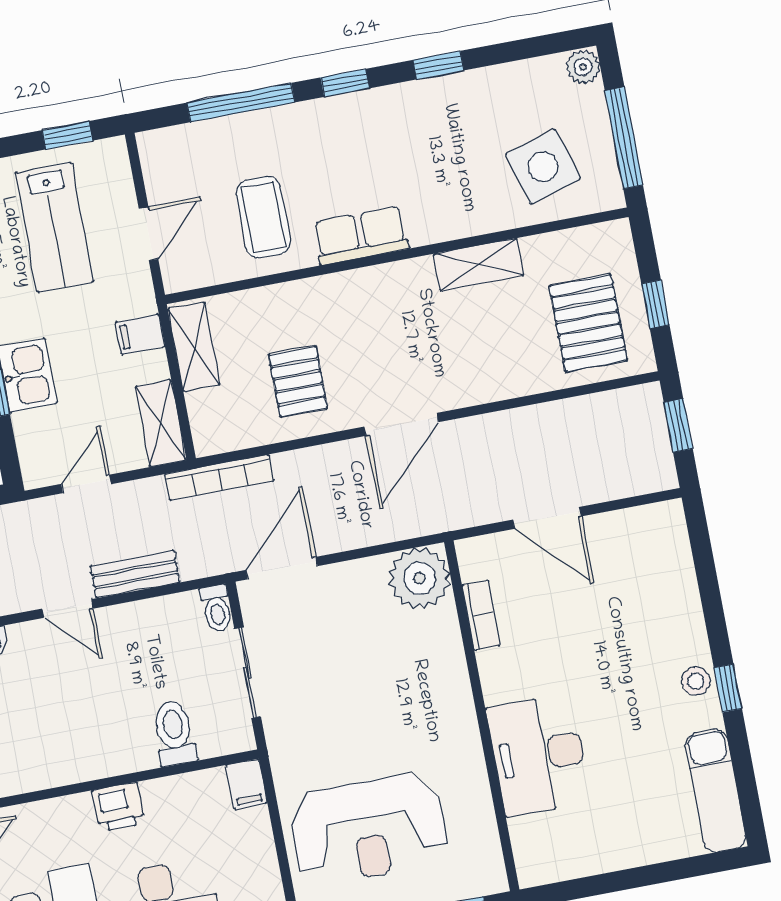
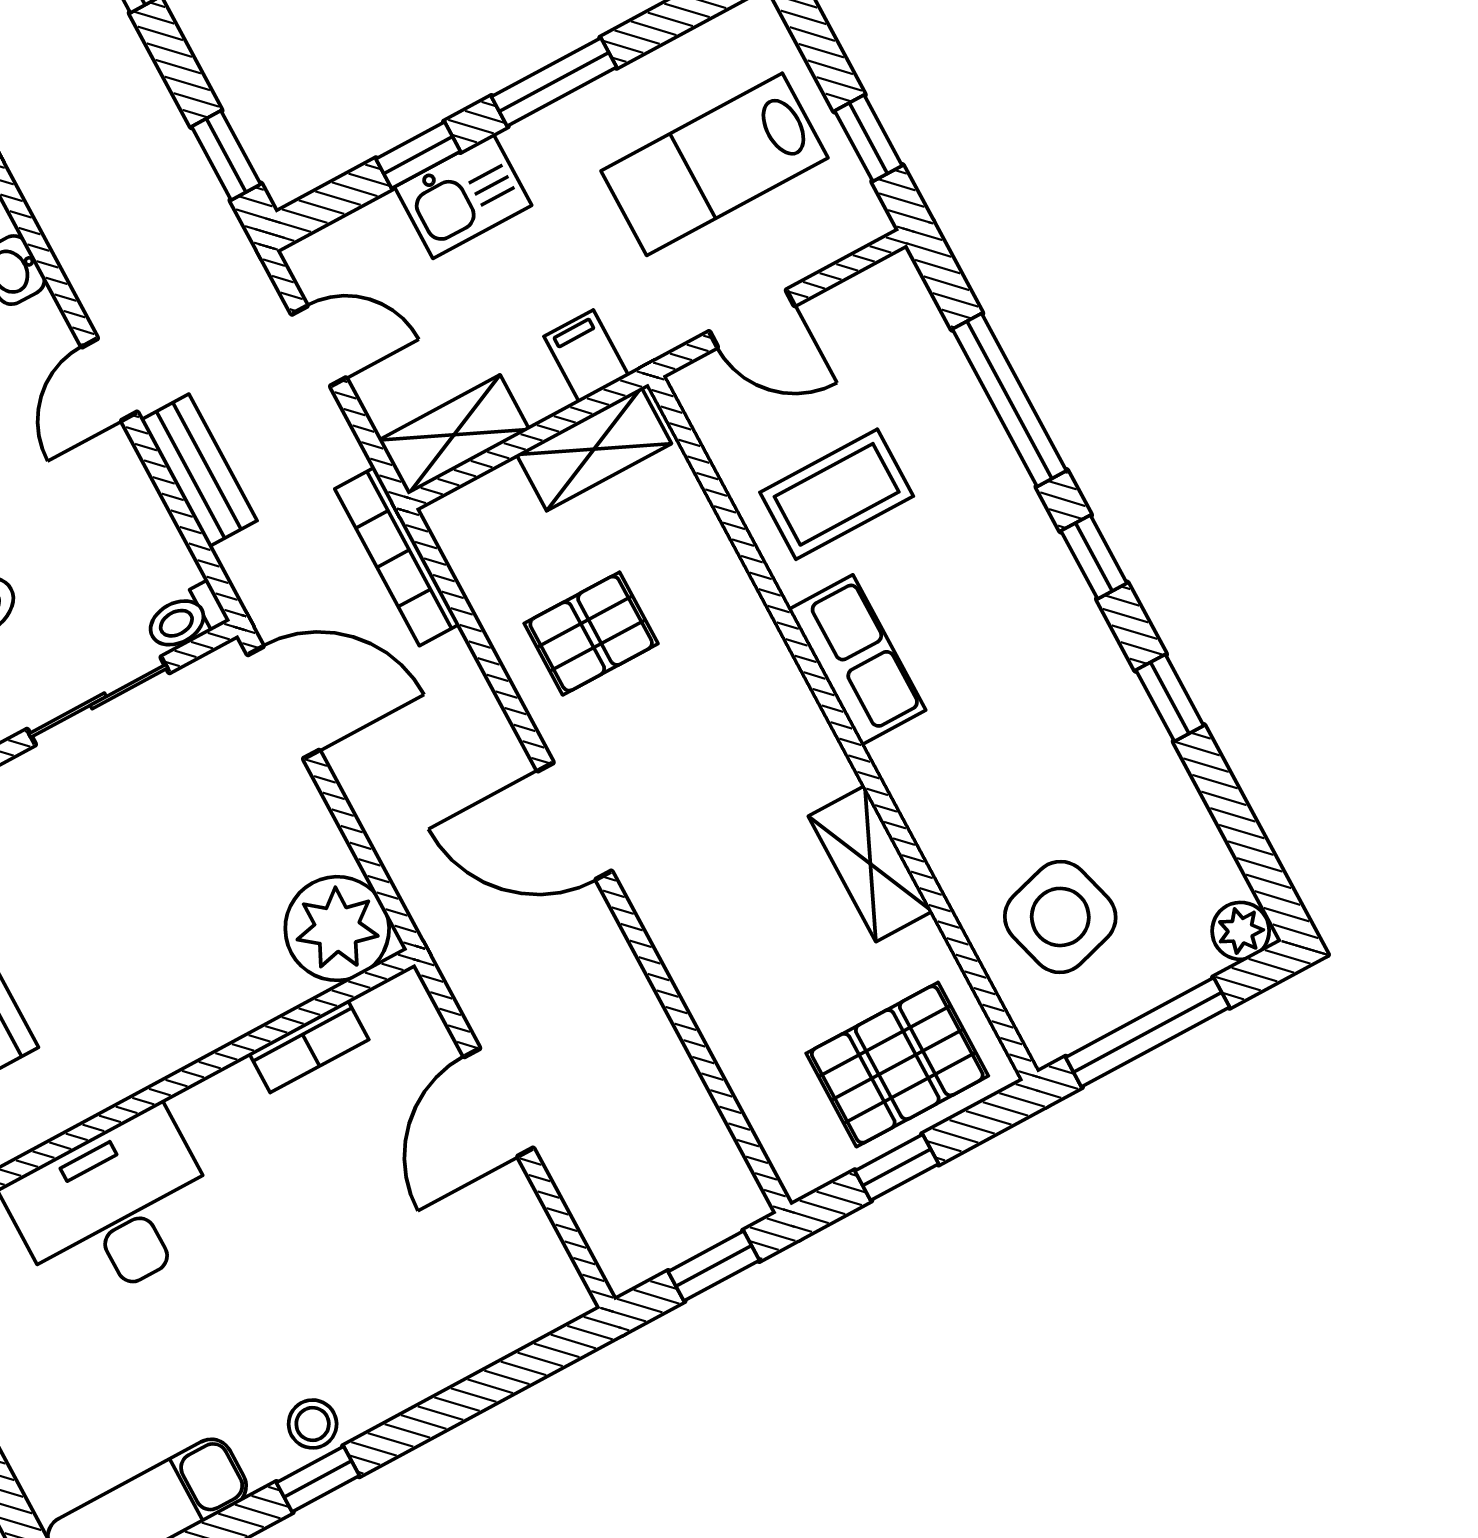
pallet: (588, 323) -> (897, 1065), moved

